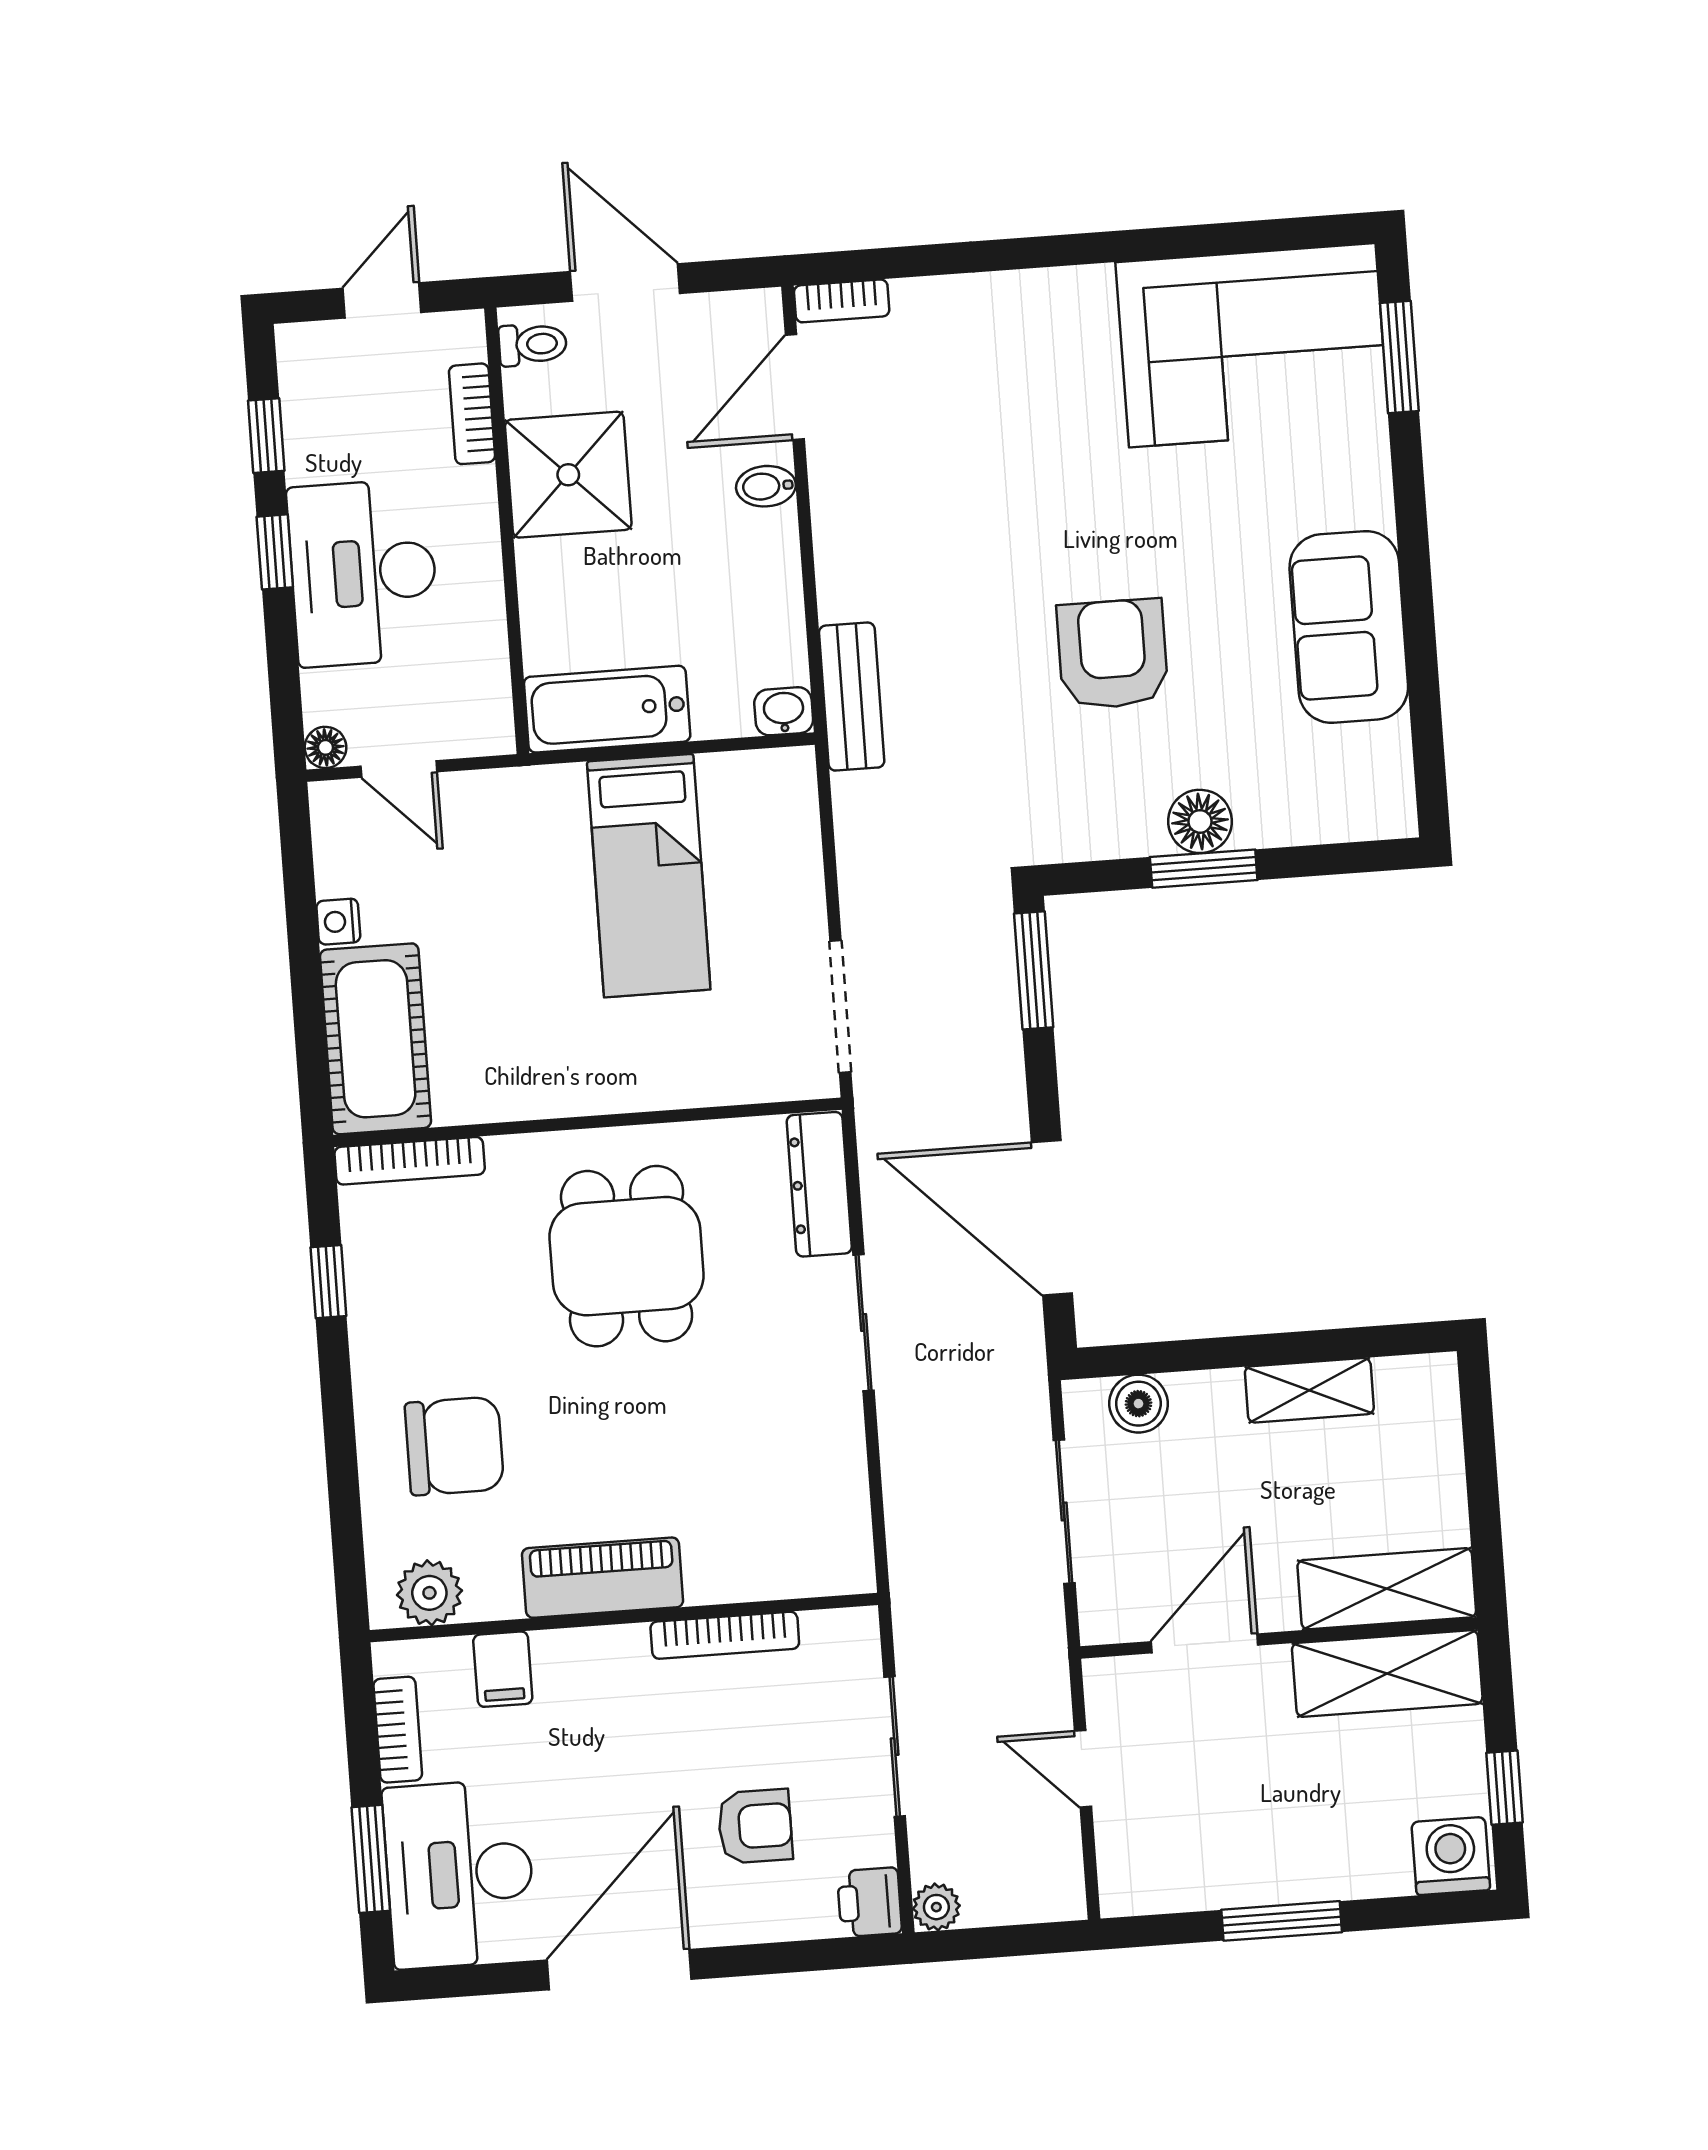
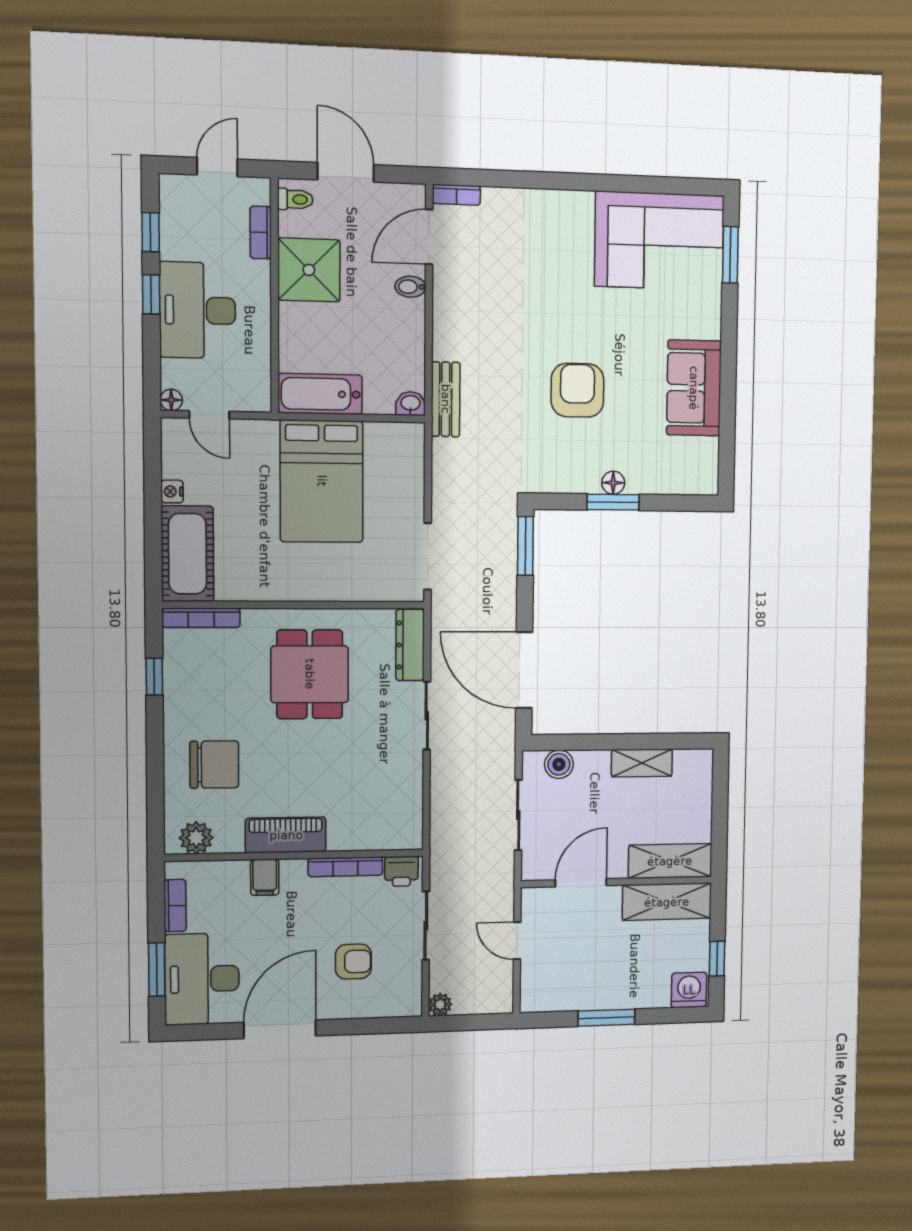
floor lamp: (1200, 821) -> (613, 483), width x0.73, depth x0.73
bed: (649, 876) -> (322, 481), width x1.50
filing cabinet: (503, 1669) -> (265, 877), moved
printer: (869, 1902) -> (401, 871), moved, turned -90

